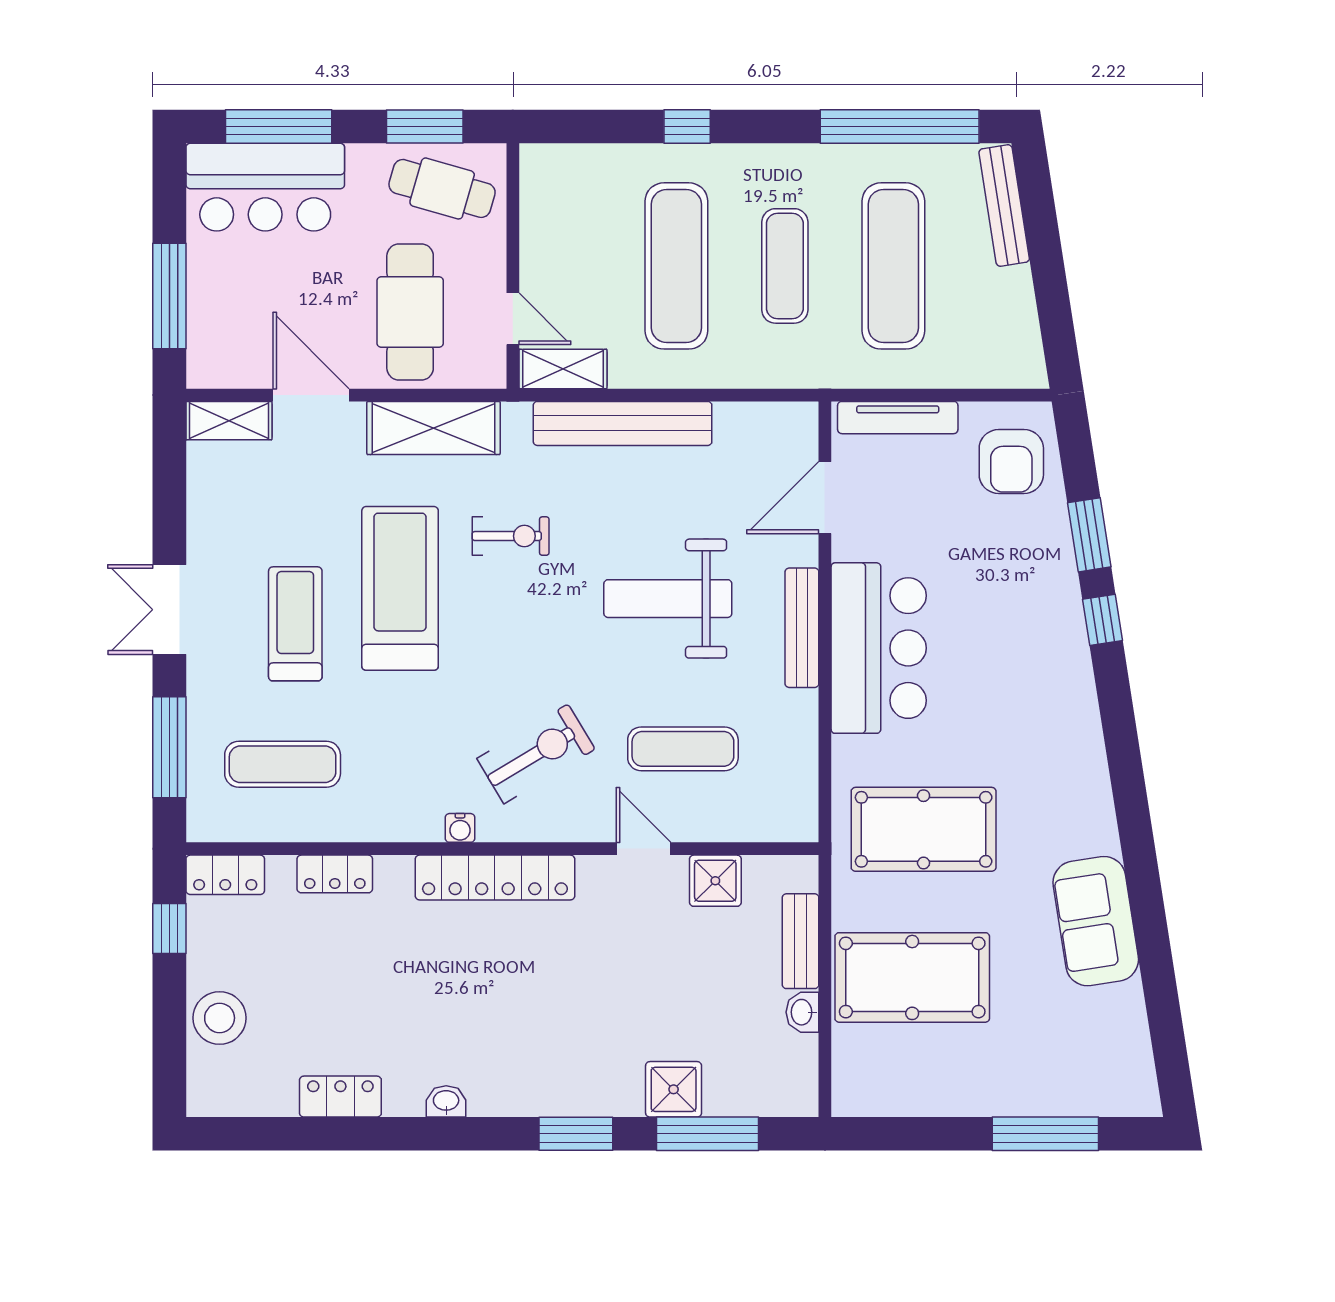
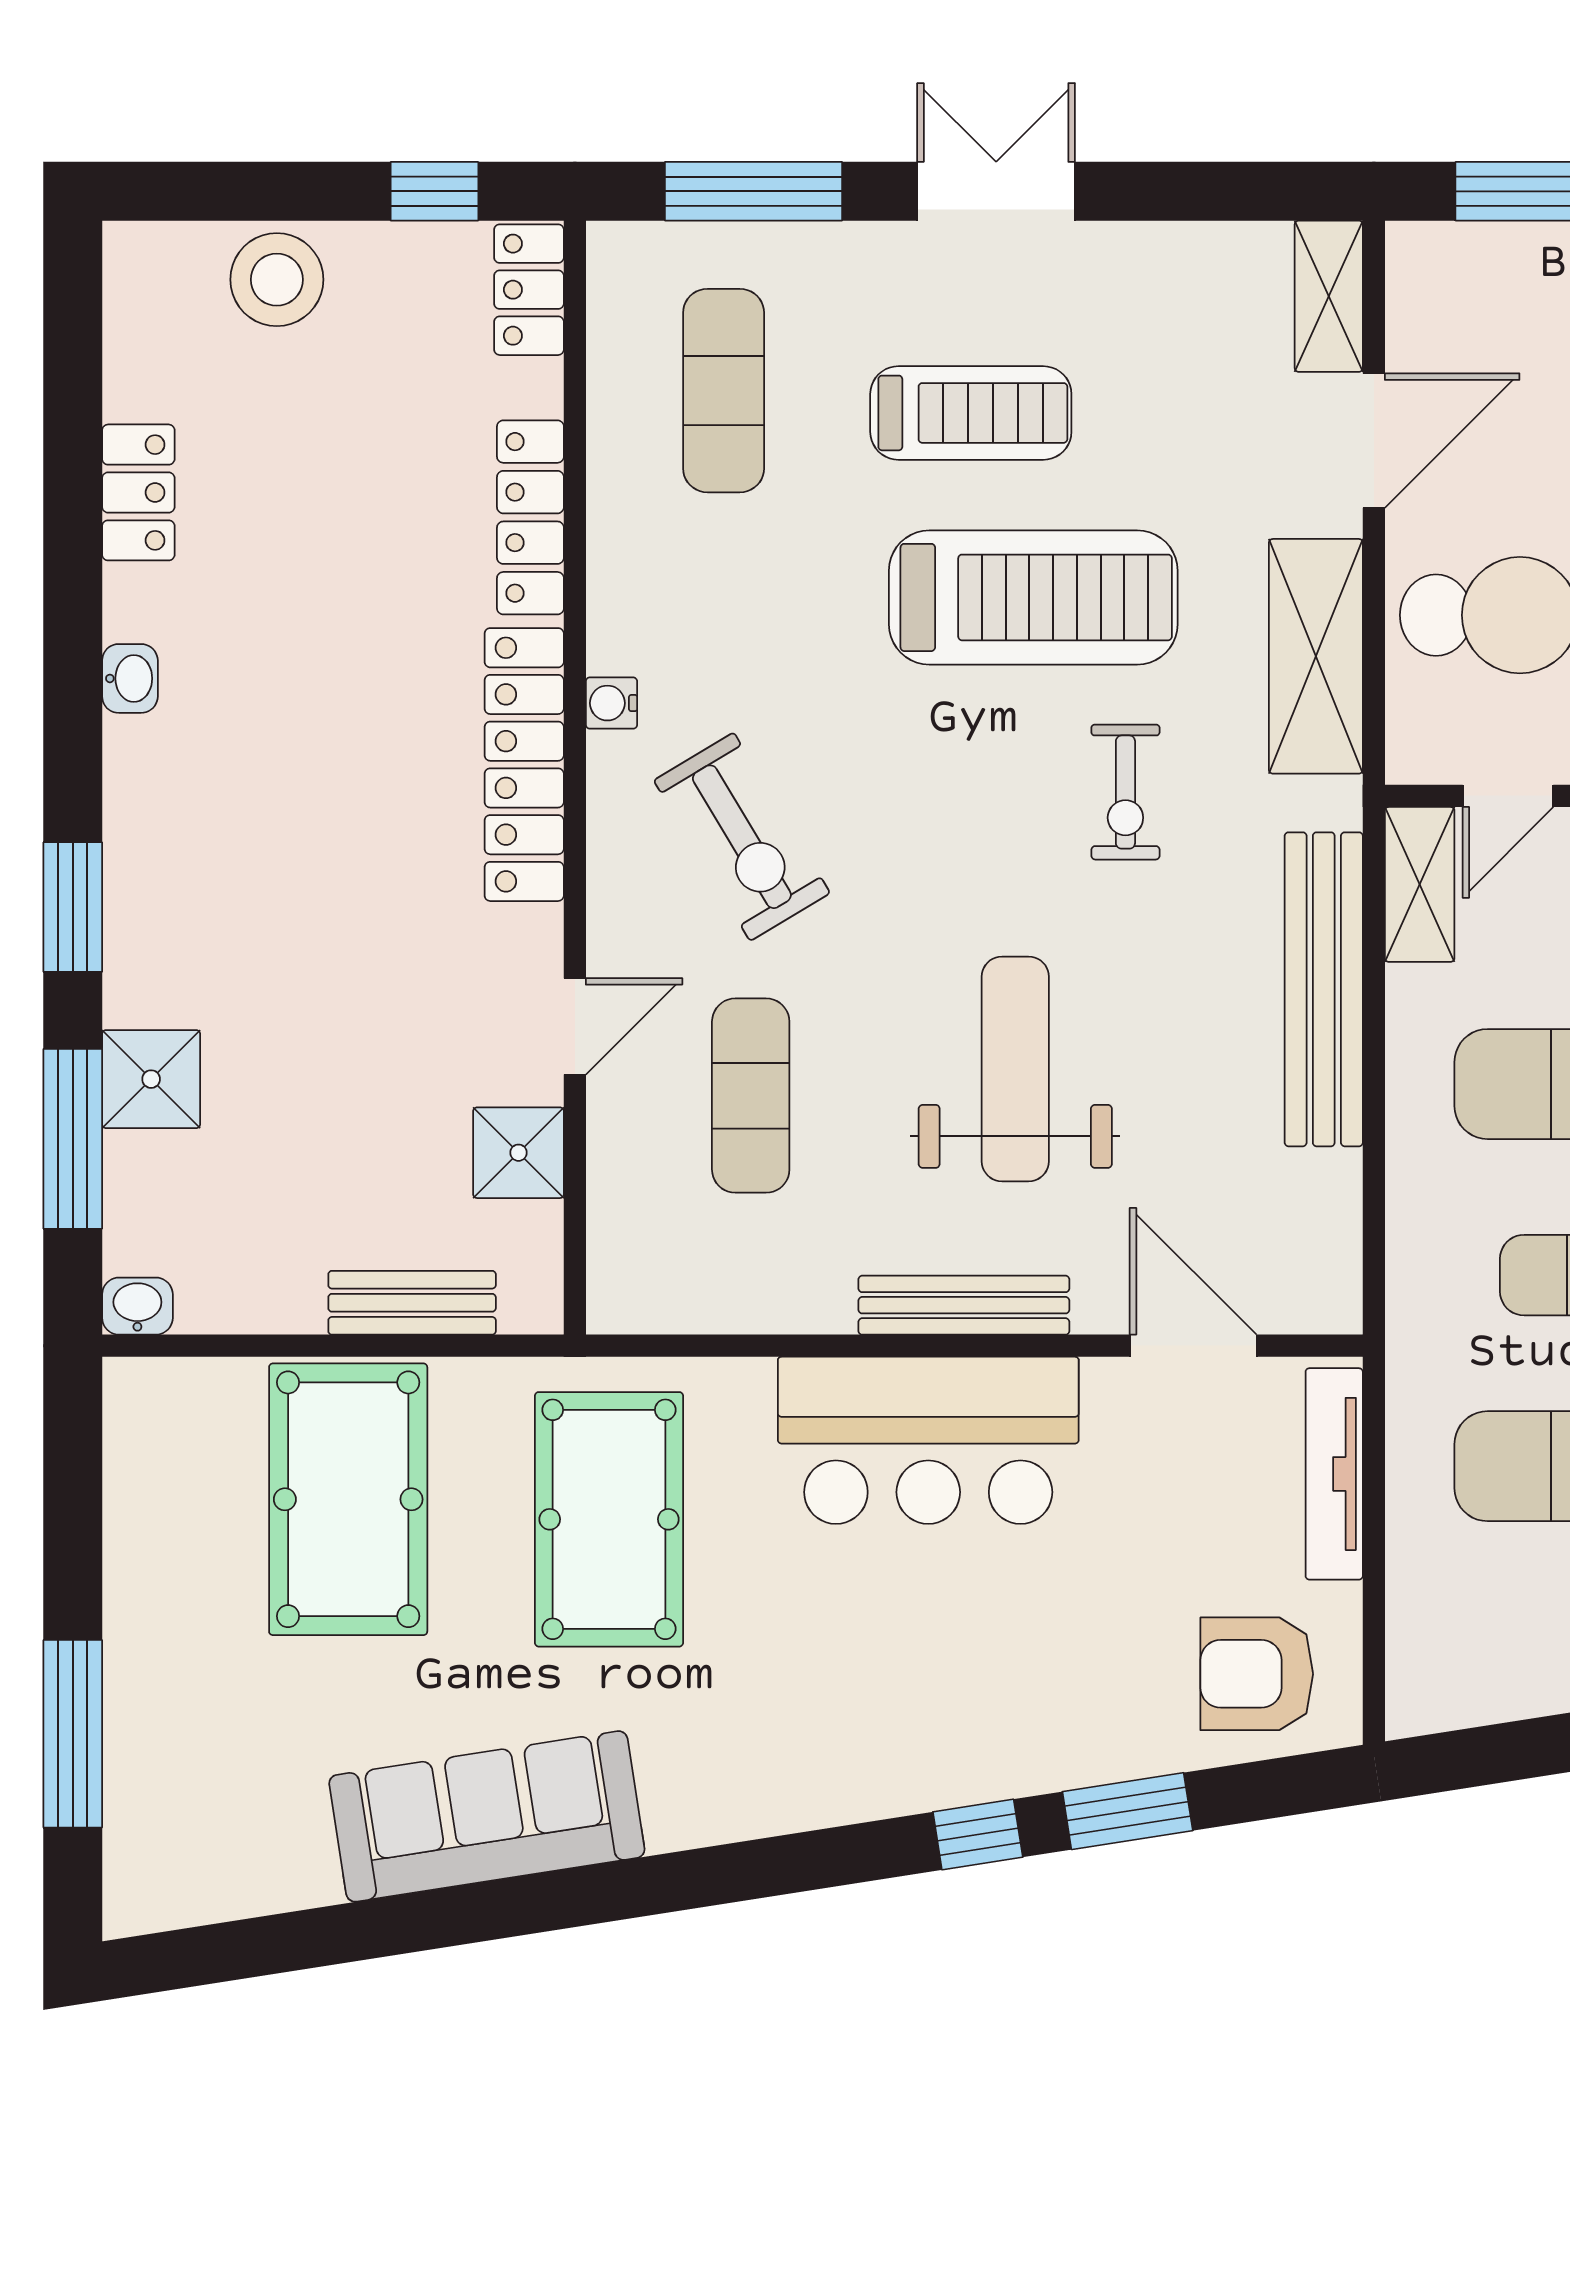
locker: (335, 874) -> (530, 517), width x1.53
sofa: (1096, 921) -> (487, 1816), width x1.36
washbasin: (802, 1012) -> (137, 1306), moved

